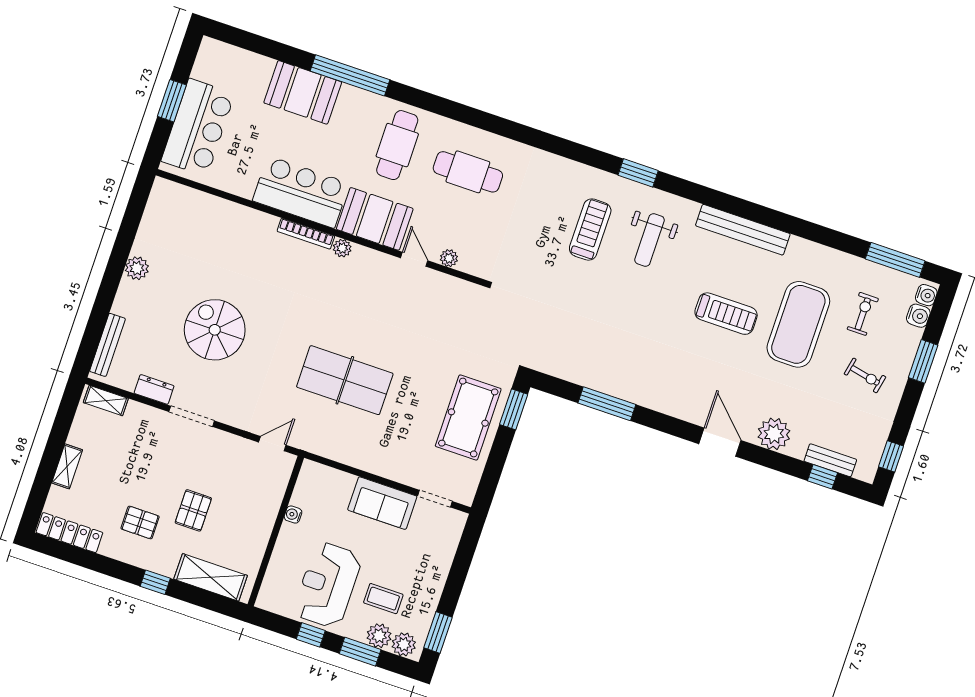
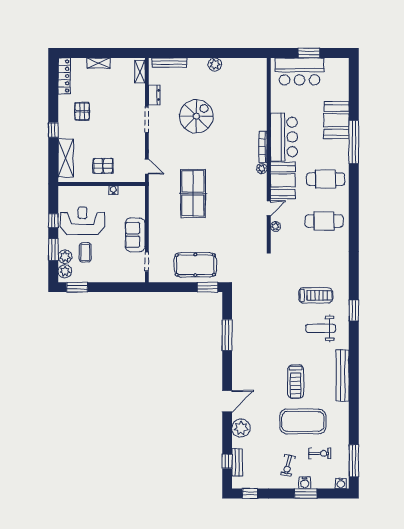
cafe table: (468, 172) -> (324, 221), turned 90
water cooler: (918, 316) -> (305, 483), moved
pallet: (193, 510) -> (103, 166), moved

